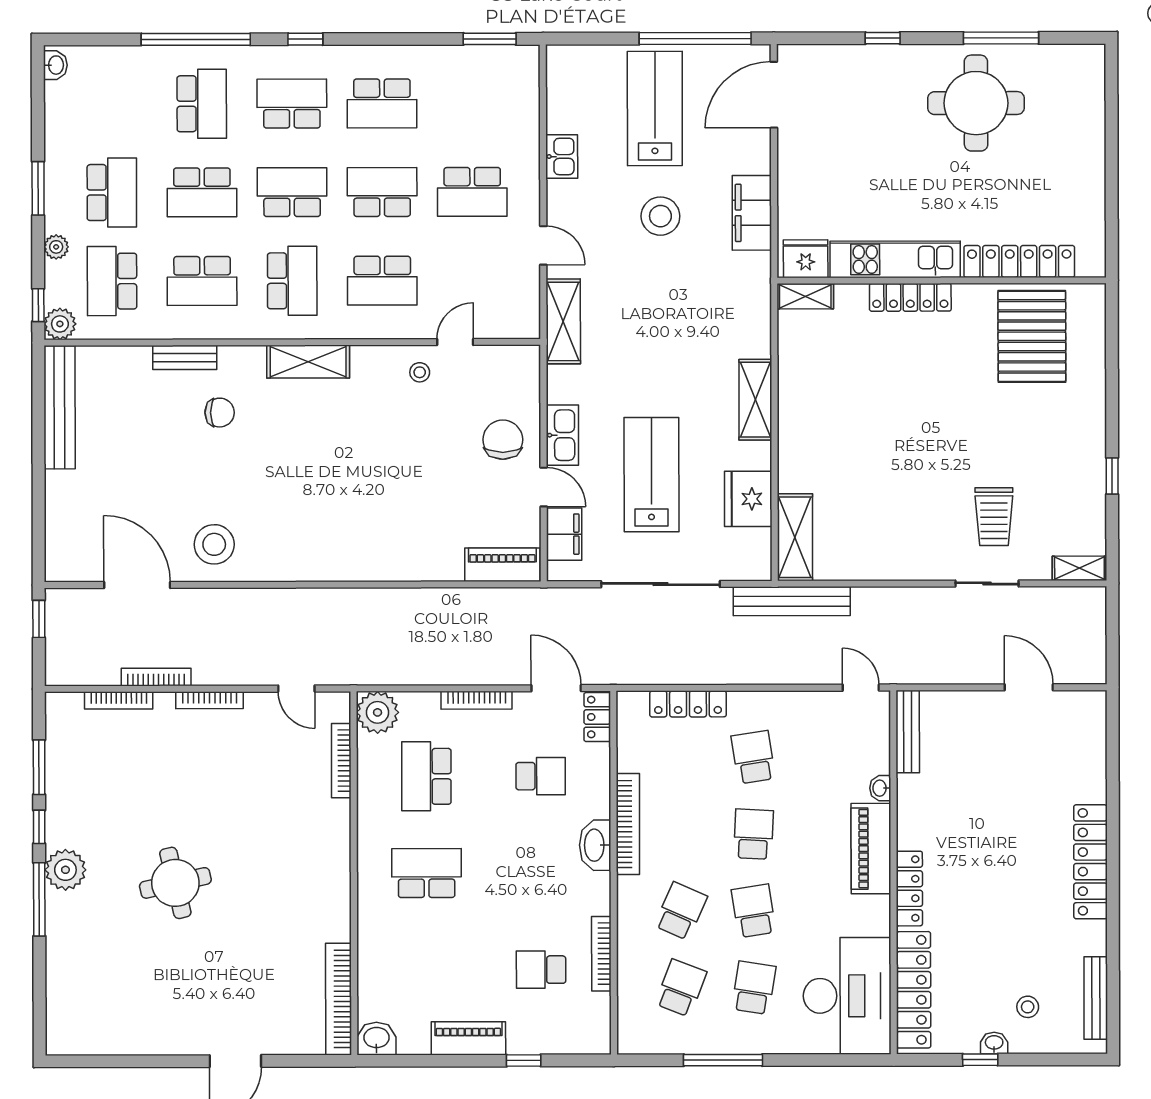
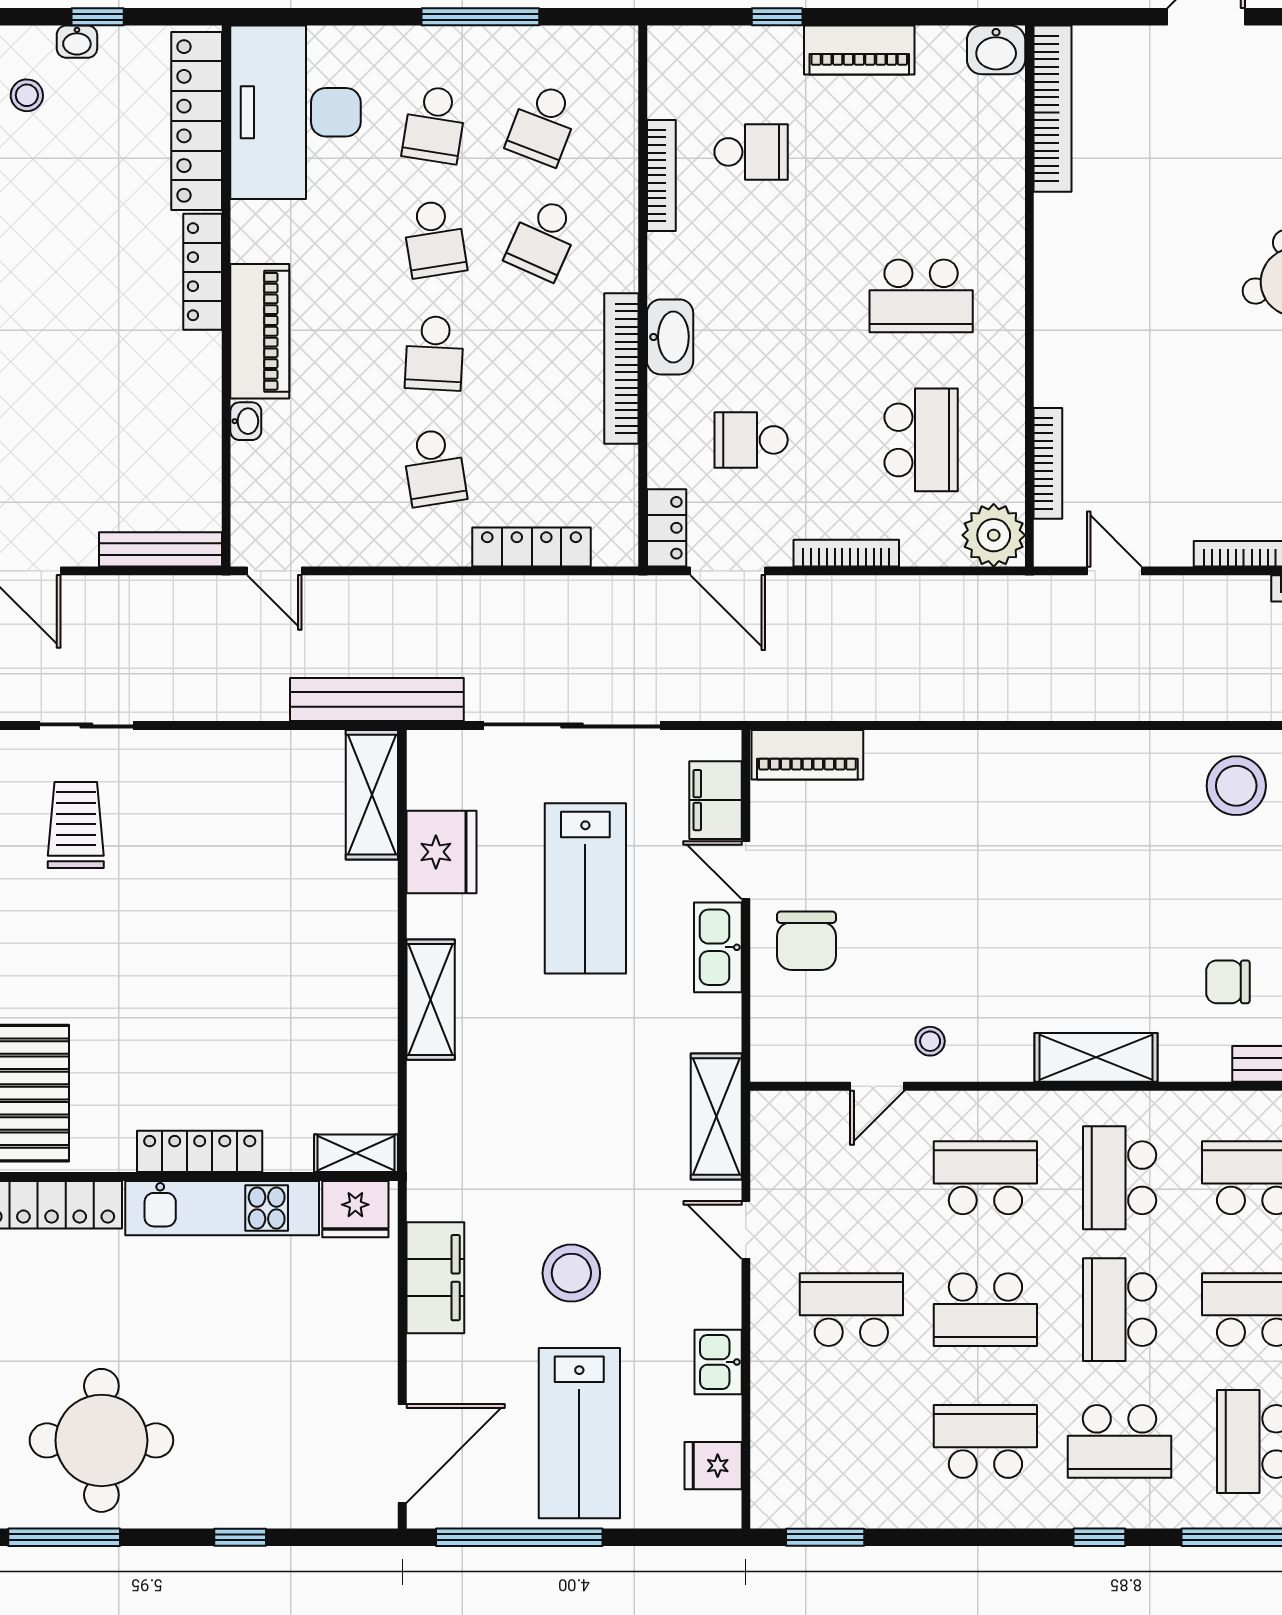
fridge: (565, 87) -> (713, 1466), added
school desk: (292, 192) -> (1120, 1310), turned 90
bench: (908, 732) -> (160, 549), moved, turned 90

